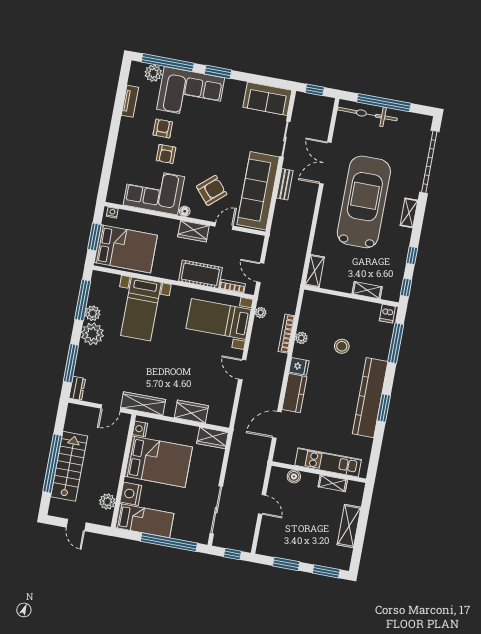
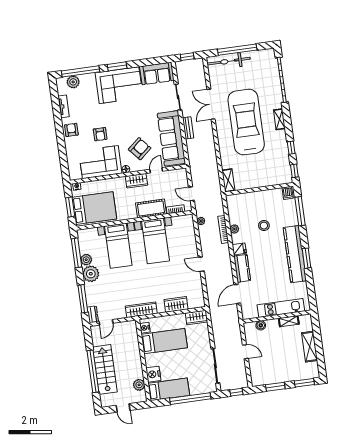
corner sofa: (191, 94) -> (119, 85), moved
armchair: (163, 128) -> (71, 130), moved
shelving: (367, 290) -> (268, 182), removed
bed with nightstands: (219, 319) -> (155, 241), moved, turned -90
door: (111, 408) -> (106, 322), moved
bed: (158, 462) -> (164, 341), width x0.67

